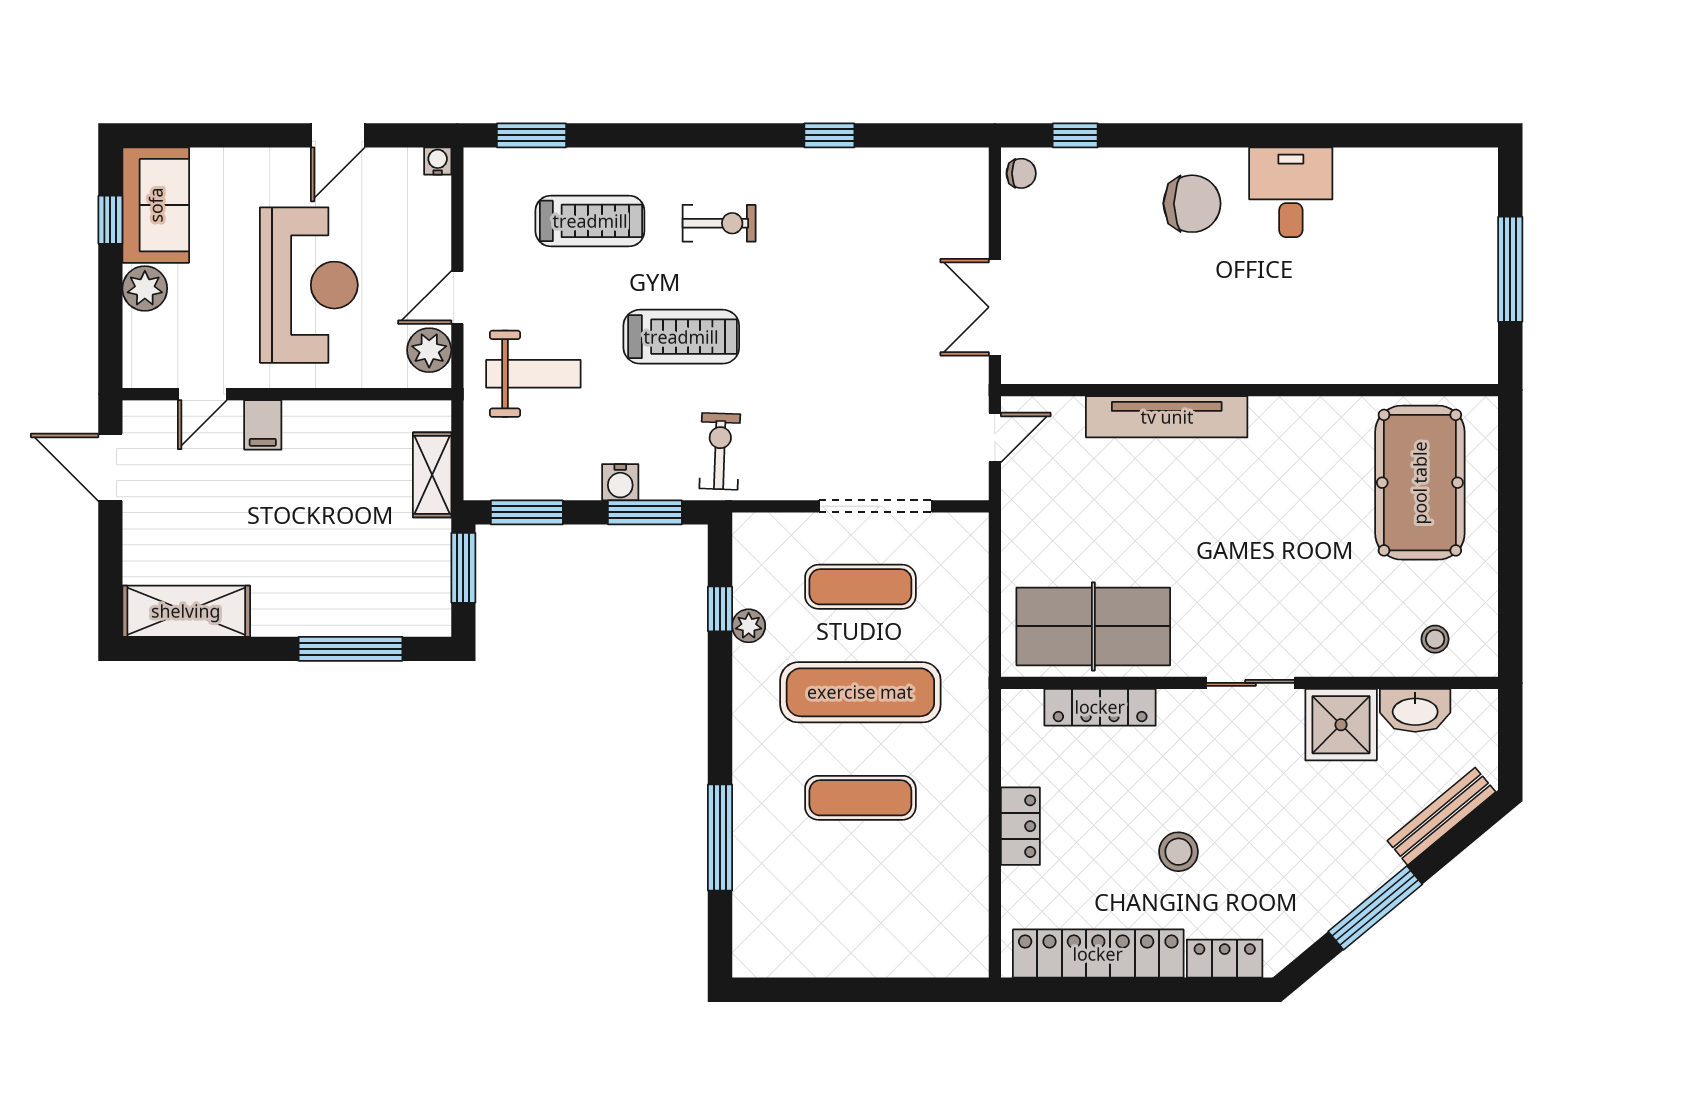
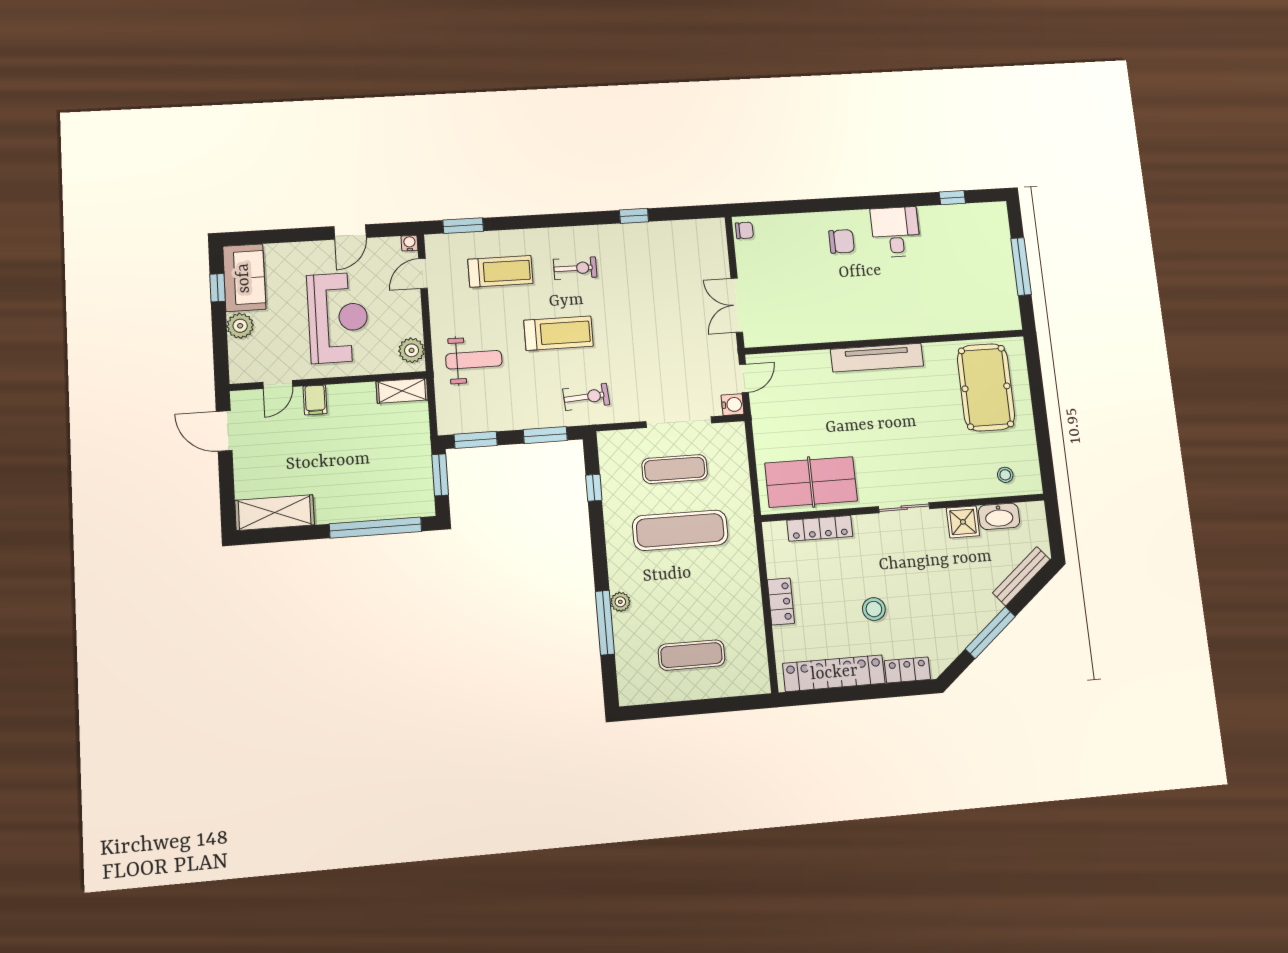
window: (1075, 135) -> (952, 198), moved
chair: (1192, 204) -> (842, 241), width x0.73, depth x0.73
door: (457, 297) -> (423, 273), moved
tv unit: (1167, 417) -> (877, 358), moved
exercise bike: (720, 451) -> (586, 397), turned 84
shelving: (432, 475) -> (402, 391), moved, turned 90
water cooler: (620, 482) -> (733, 405), moved, turned -90
plant: (749, 626) -> (620, 602), moved
window: (351, 649) -> (376, 528), width x1.46
shower: (1341, 725) -> (963, 522), width x0.73, depth x0.73
exercise mat: (860, 798) -> (691, 655), moved

